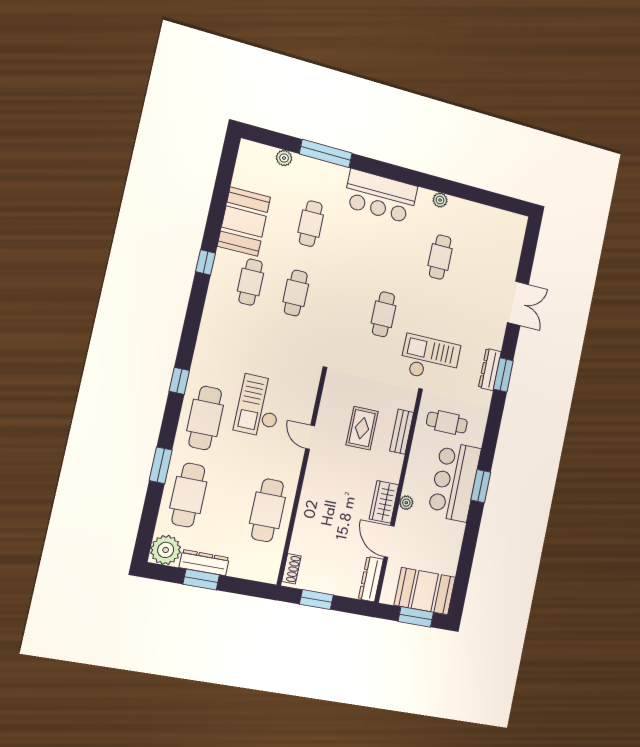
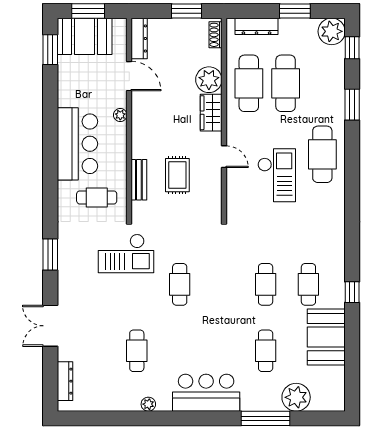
plant: (284, 158) -> (296, 397), width x1.87, depth x1.87
dresser: (490, 370) -> (65, 381), moved
window: (179, 381) -> (352, 48), moved
window: (481, 486) -> (50, 50), moved
cafe table: (188, 495) -> (286, 83), moved
wardrobe: (384, 502) -> (211, 113), moved, turned 180
plant: (309, 522) -> (209, 80), added
dresser: (204, 563) -> (257, 26), moved

